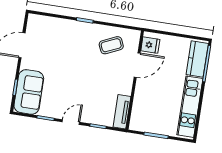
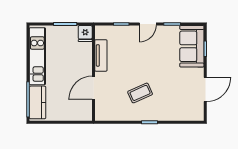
coffee table: (111, 45) -> (140, 93), moved
fridge: (150, 45) -> (85, 34), moved, turned -90
tv unit: (122, 112) -> (101, 55), moved

